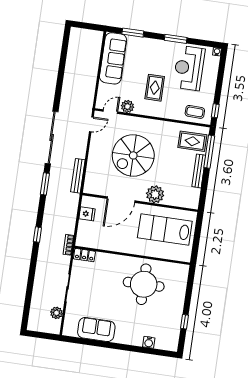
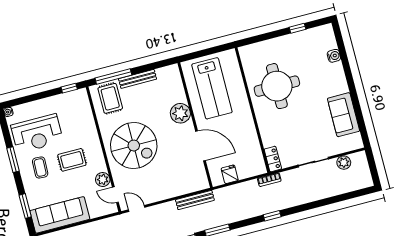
coffee table: (195, 112) -> (40, 167), moved
spiral stairs: (133, 155) -> (134, 146), moved

